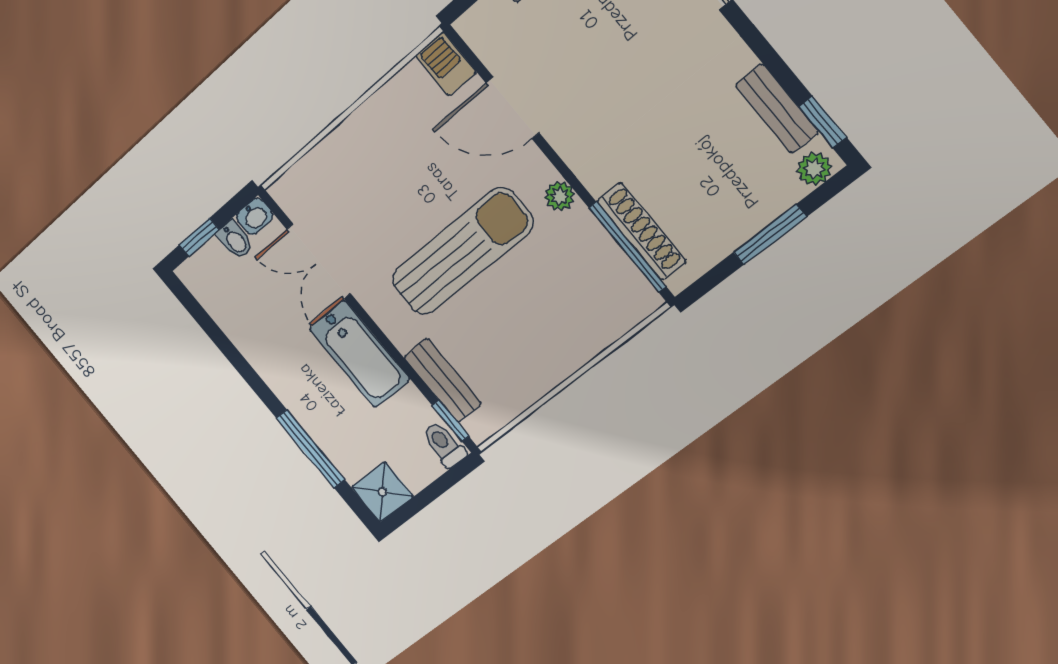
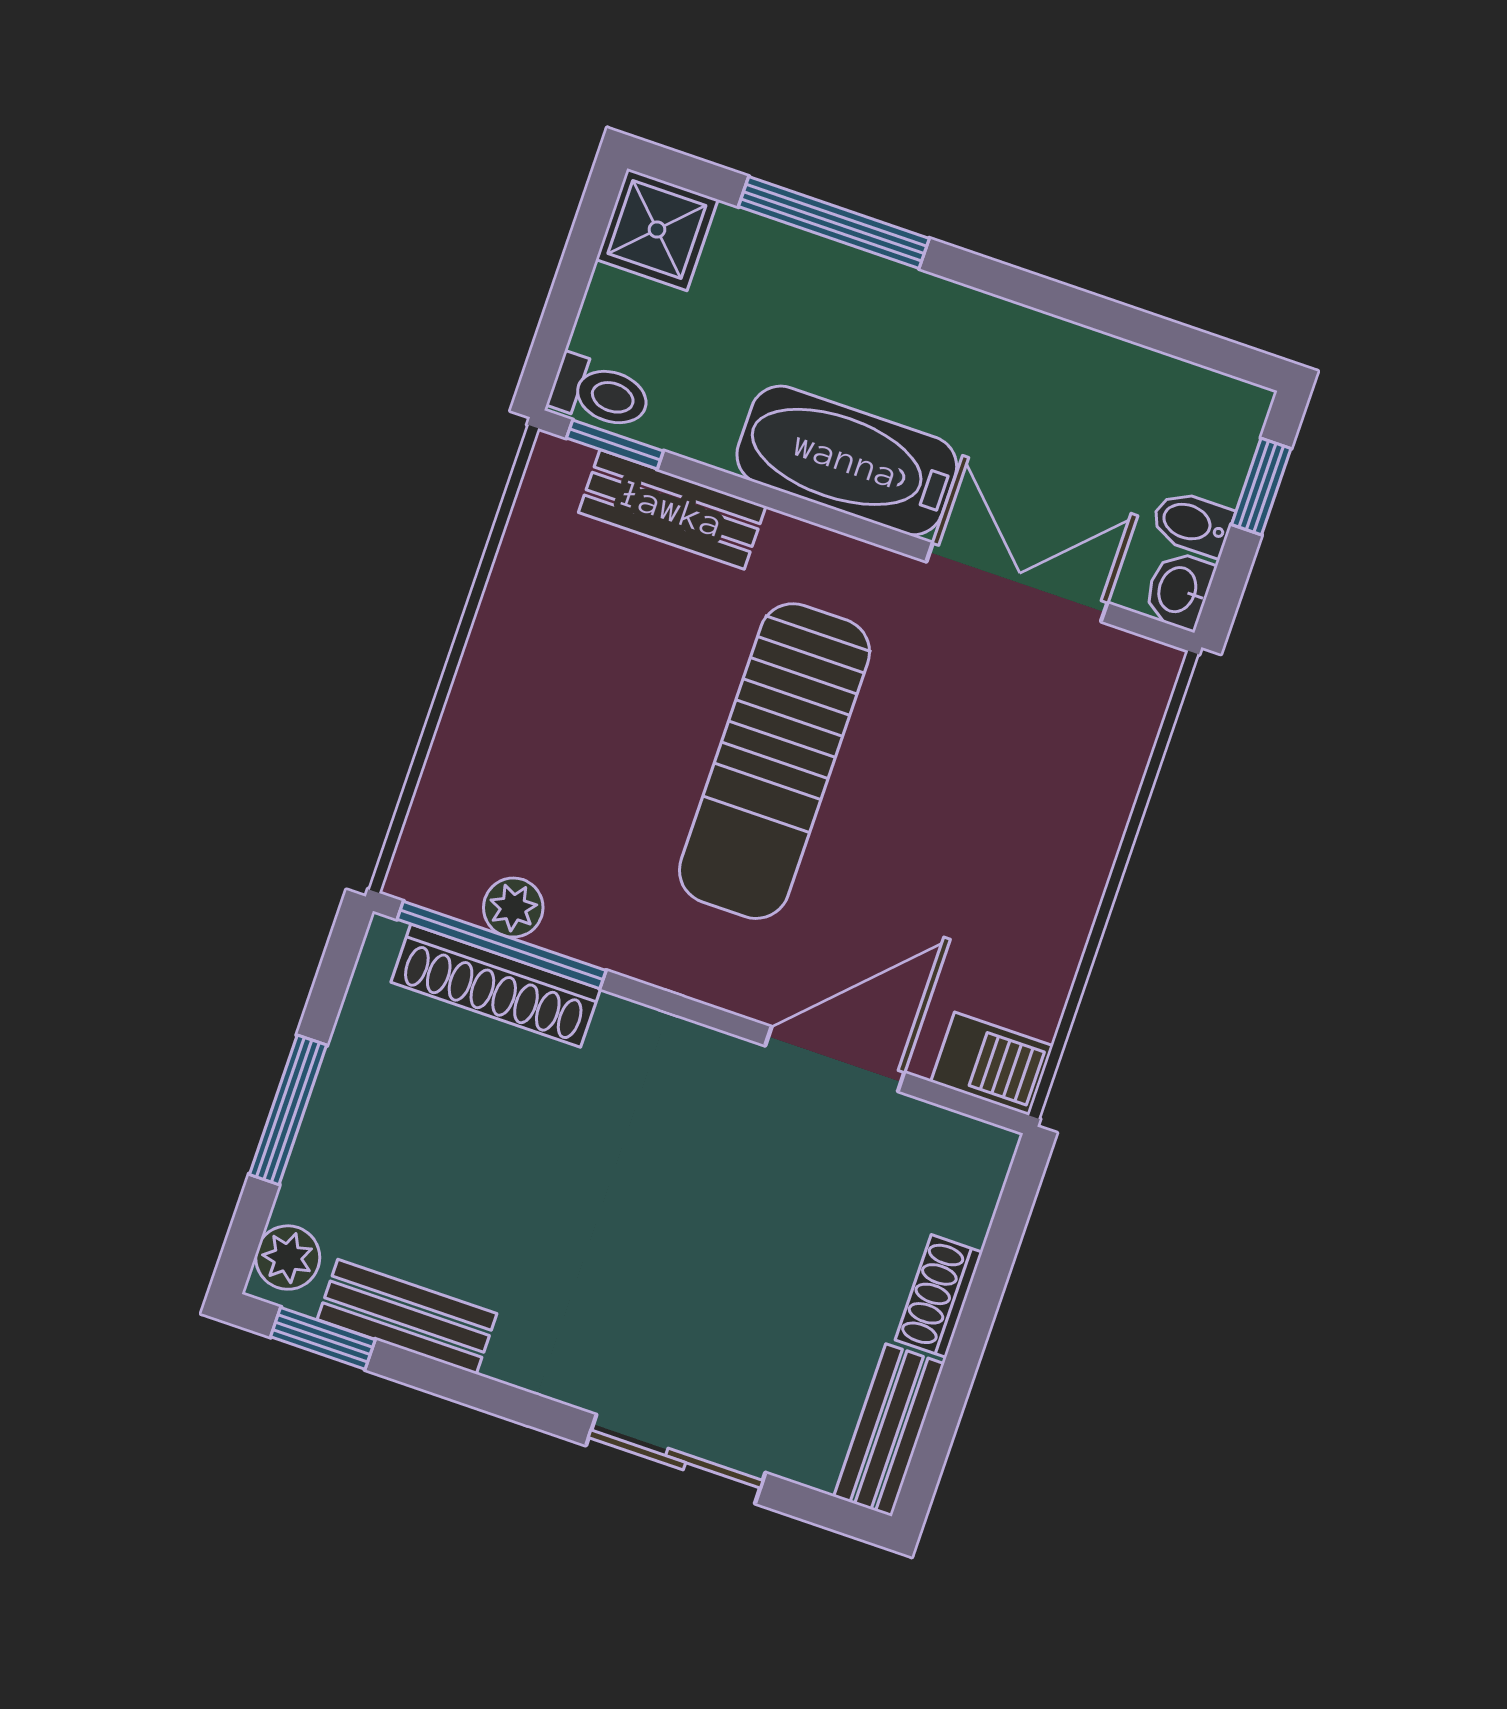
plant: (560, 196) -> (513, 908), moved

